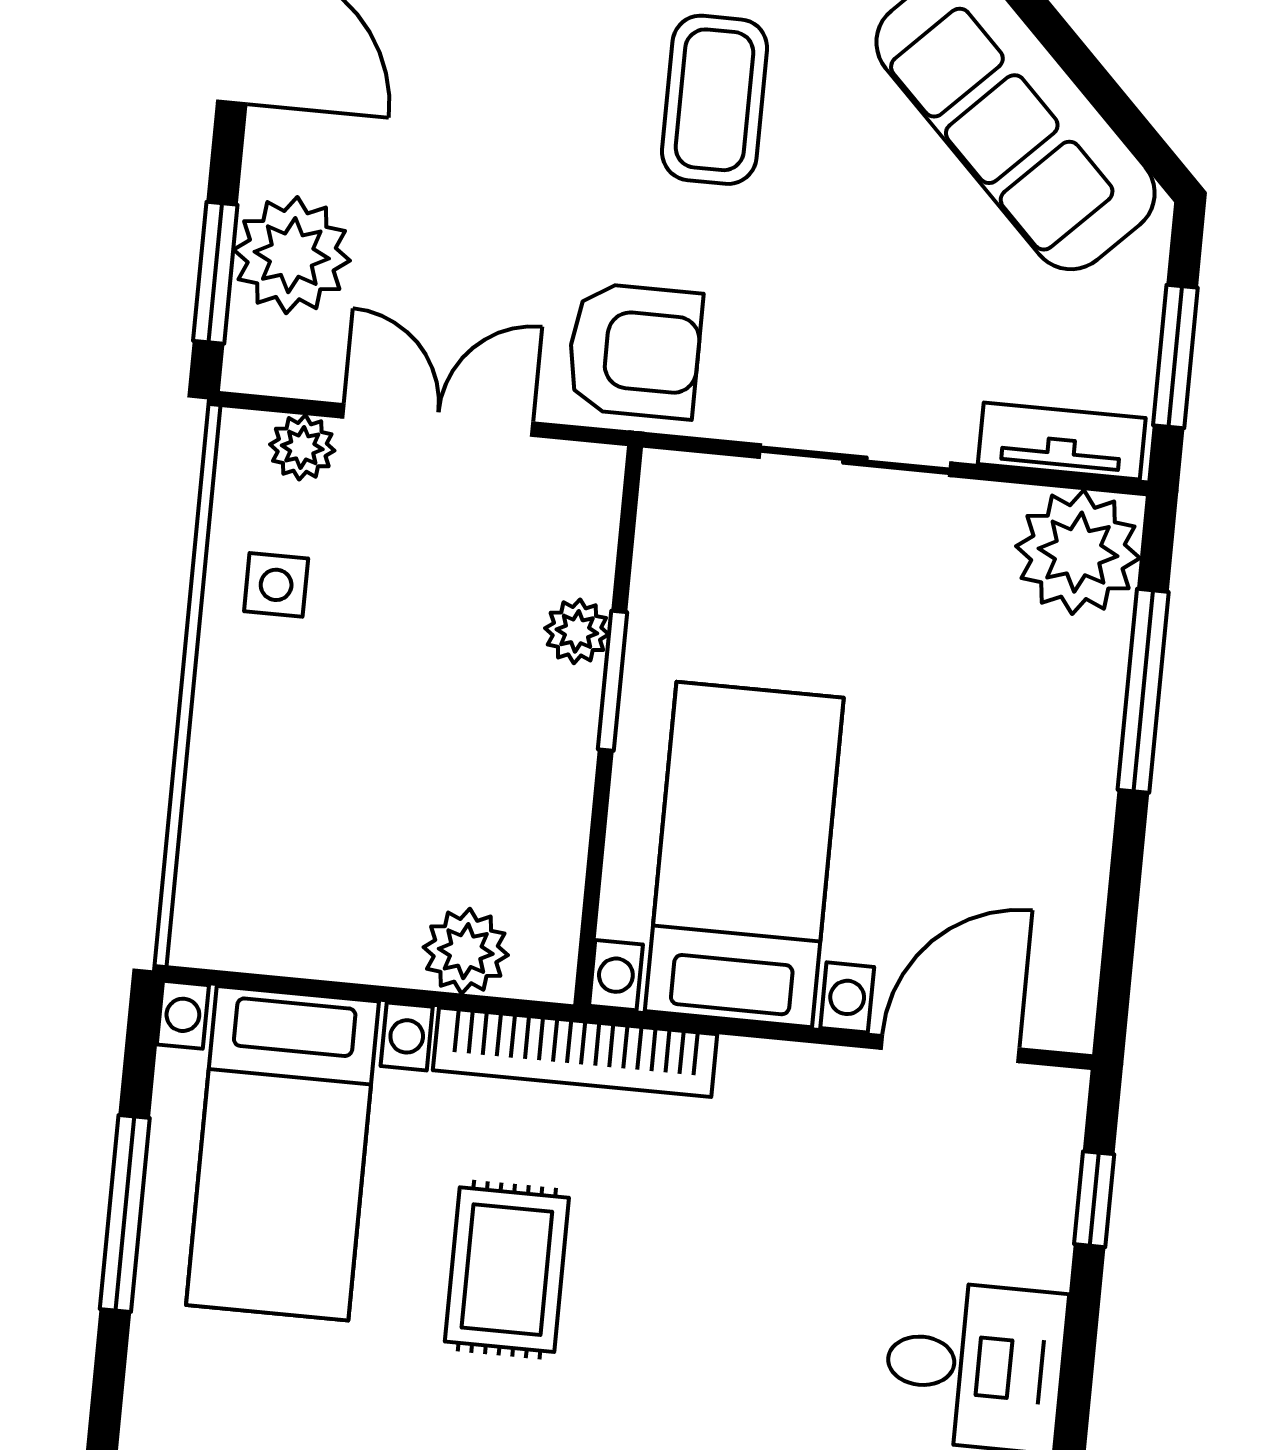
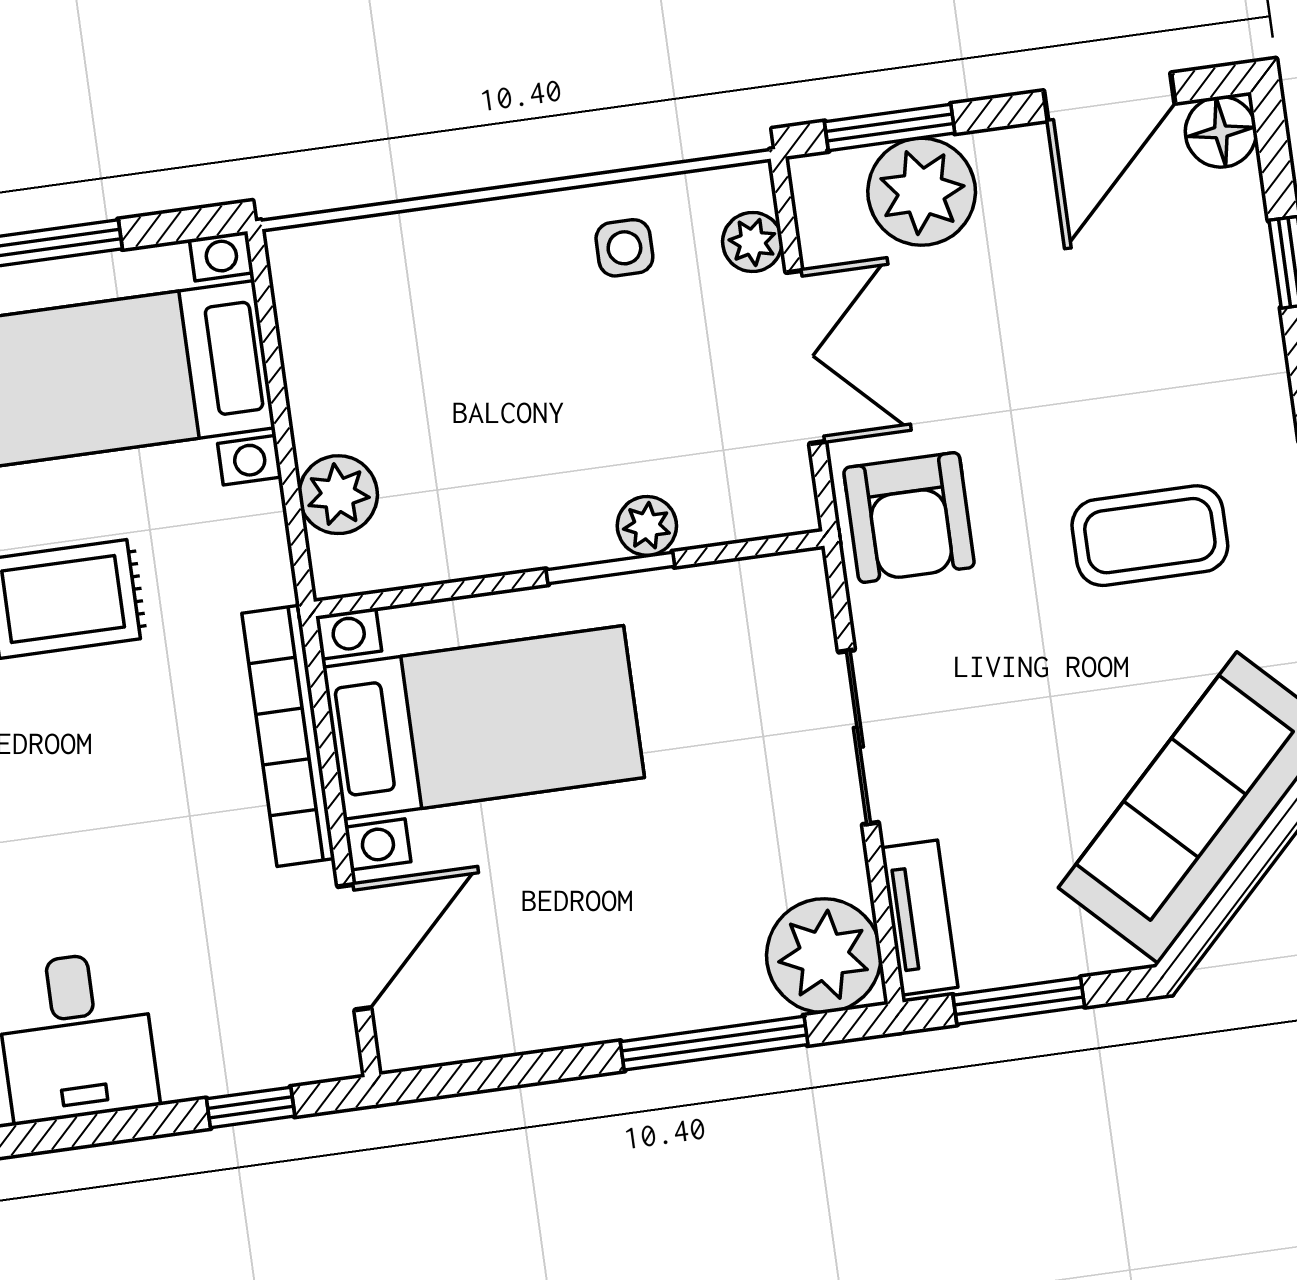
door: (950, 1049) -> (354, 947), hinge flipped
bookcase: (575, 1052) -> (288, 736), moved

